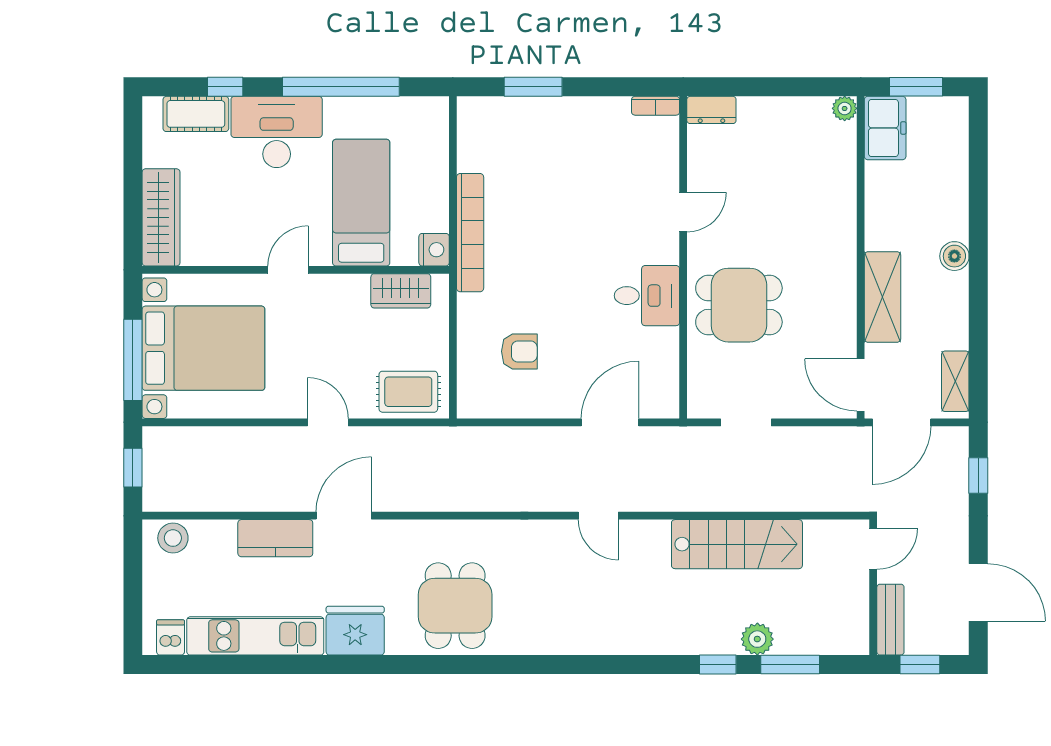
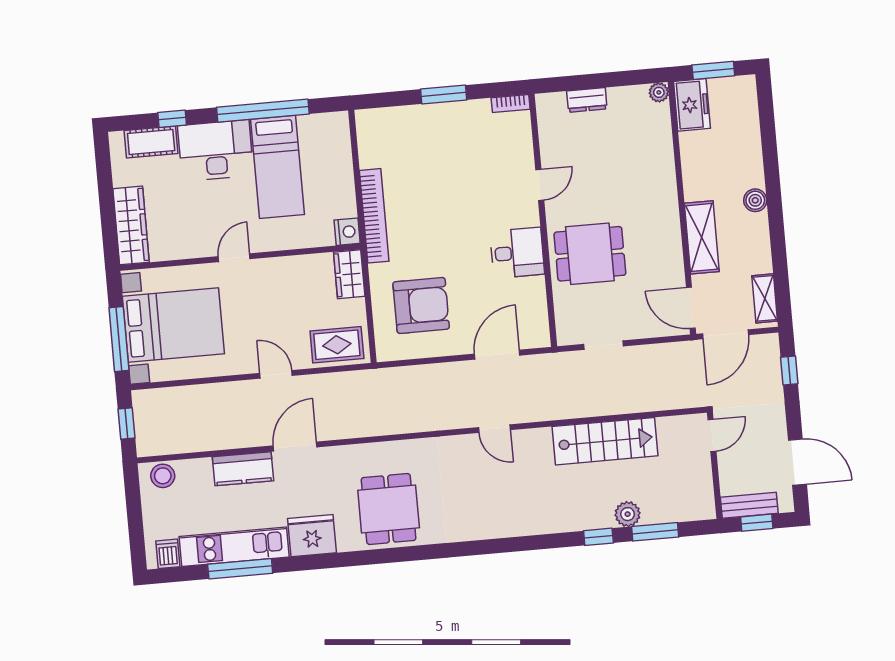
window: (533, 87) -> (444, 94), moved
dresser: (711, 110) -> (587, 100), moved
bed: (361, 203) -> (278, 167), moved, turned 180
wardrobe: (401, 291) -> (349, 274), moved, turned 90
armchair: (519, 351) -> (421, 305), width x1.88, depth x1.88
bench: (890, 620) -> (749, 505), moved, turned 90
window: (260, 665) -> (240, 569), added

